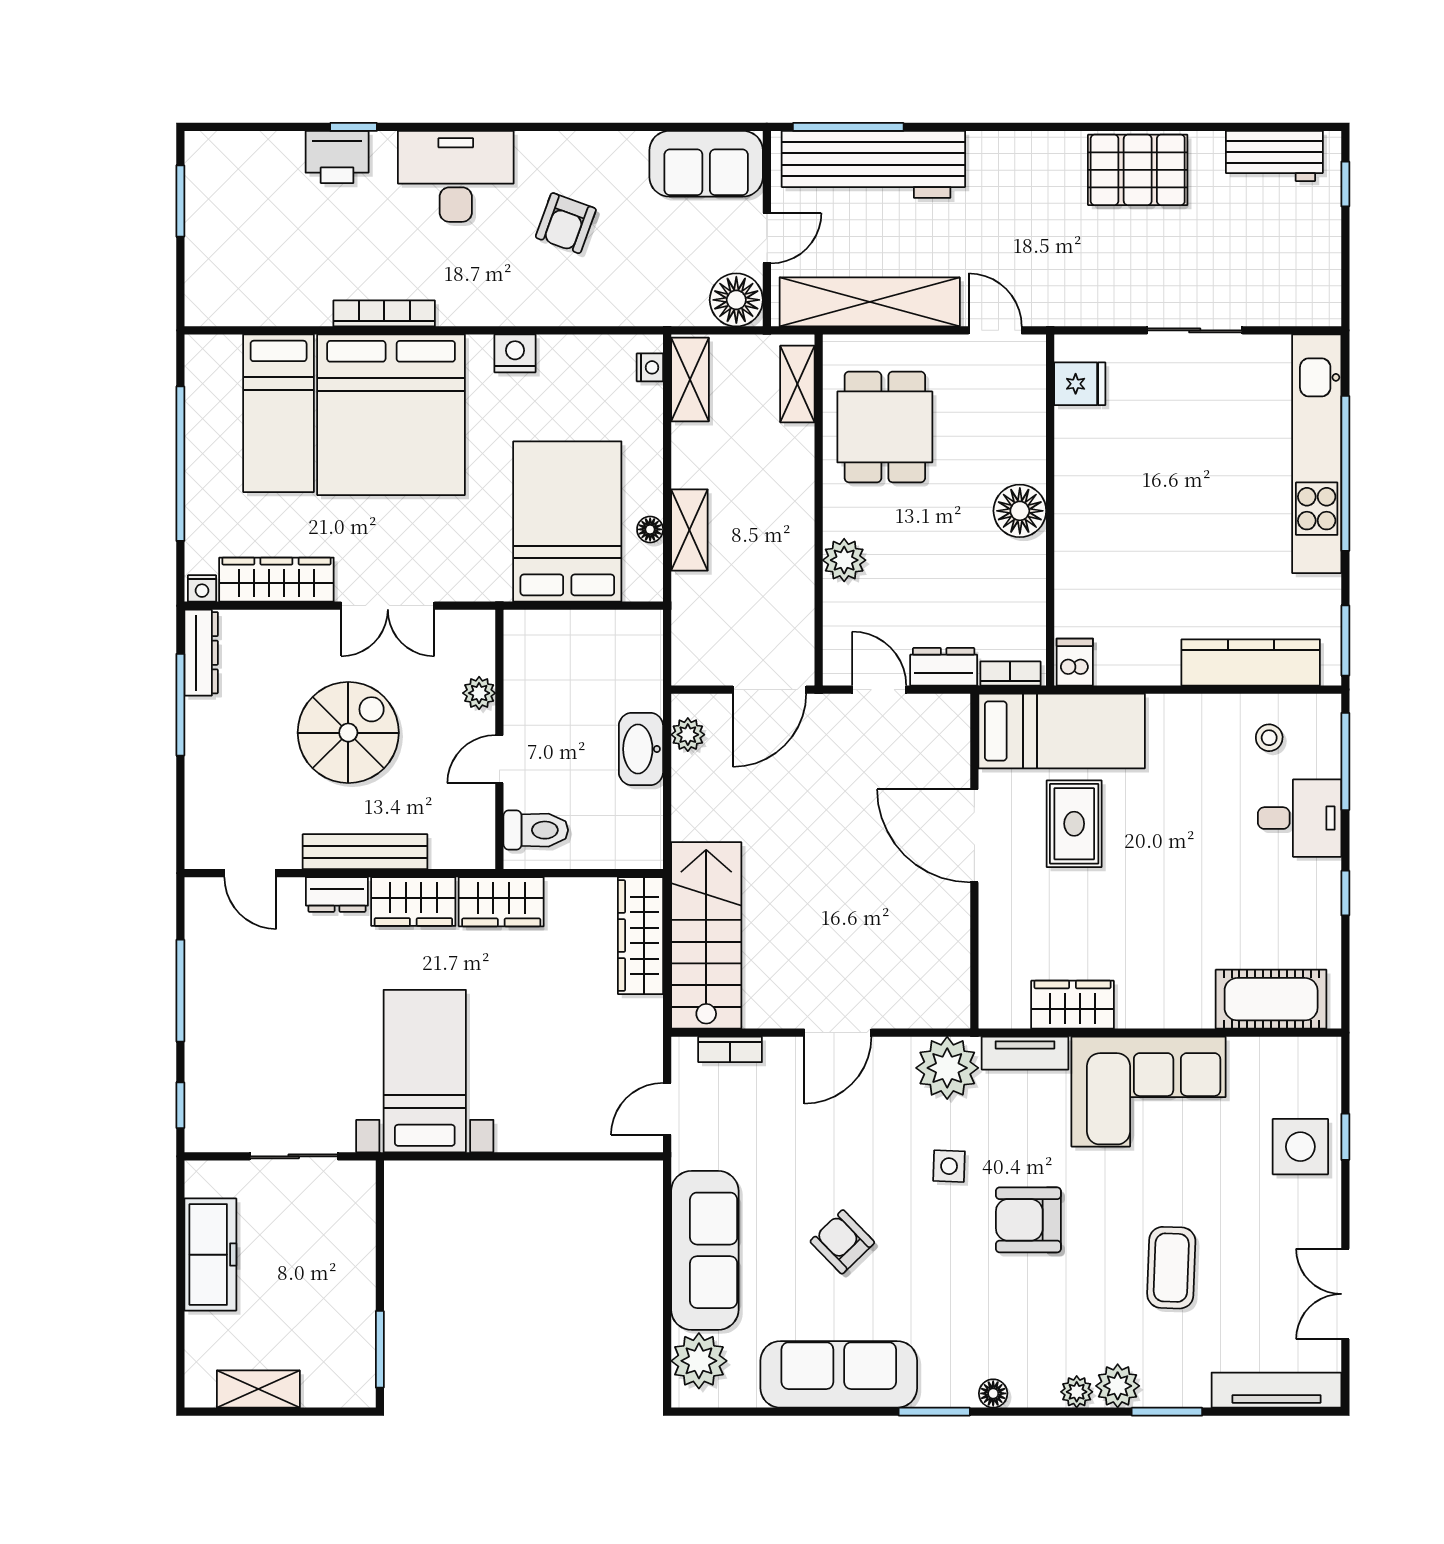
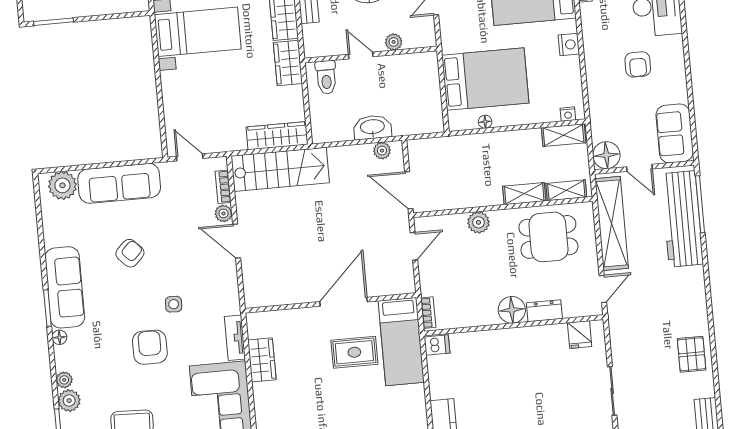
pallet: (1138, 170) -> (692, 354), width x0.67, depth x0.71
armchair: (566, 223) -> (638, 64), turned -110
shelving: (689, 530) -> (524, 194), moved
dresser: (944, 667) -> (544, 311), moved, turned -90
plant: (947, 1068) -> (223, 213), moved, width x0.53, depth x0.53
sofa: (839, 1374) -> (65, 287), moved

